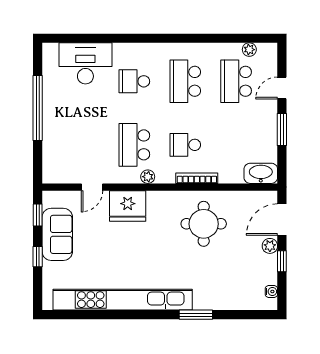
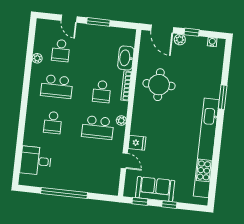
plant: (249, 50) -> (37, 58), moved
desk: (85, 63) -> (36, 161), width x0.73
school desk: (236, 81) -> (61, 51), width x0.54
washbasin: (261, 173) -> (126, 58), moved
fridge: (128, 206) -> (137, 143), width x0.53, depth x0.75

